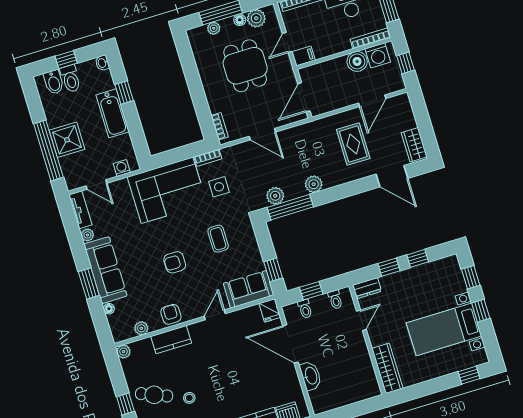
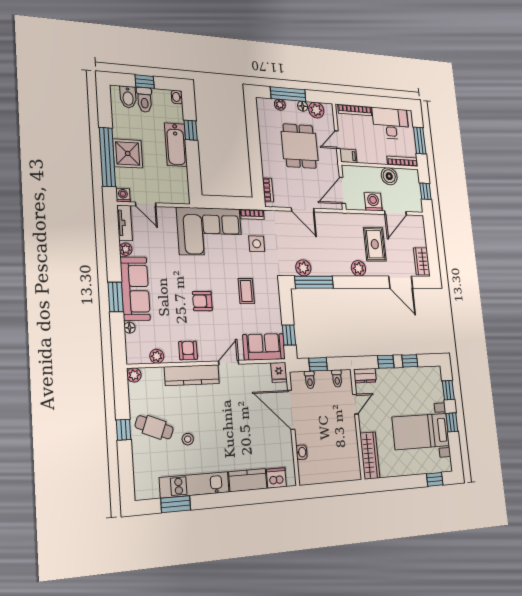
washing machine: (378, 55) -> (373, 202), moved, turned 180
washing machine: (122, 168) -> (123, 195), moved
plant: (314, 184) -> (358, 268), moved
kitchen counter: (171, 340) -> (192, 375), width x1.50
washbasin: (311, 376) -> (302, 452), width x0.52, depth x0.69

